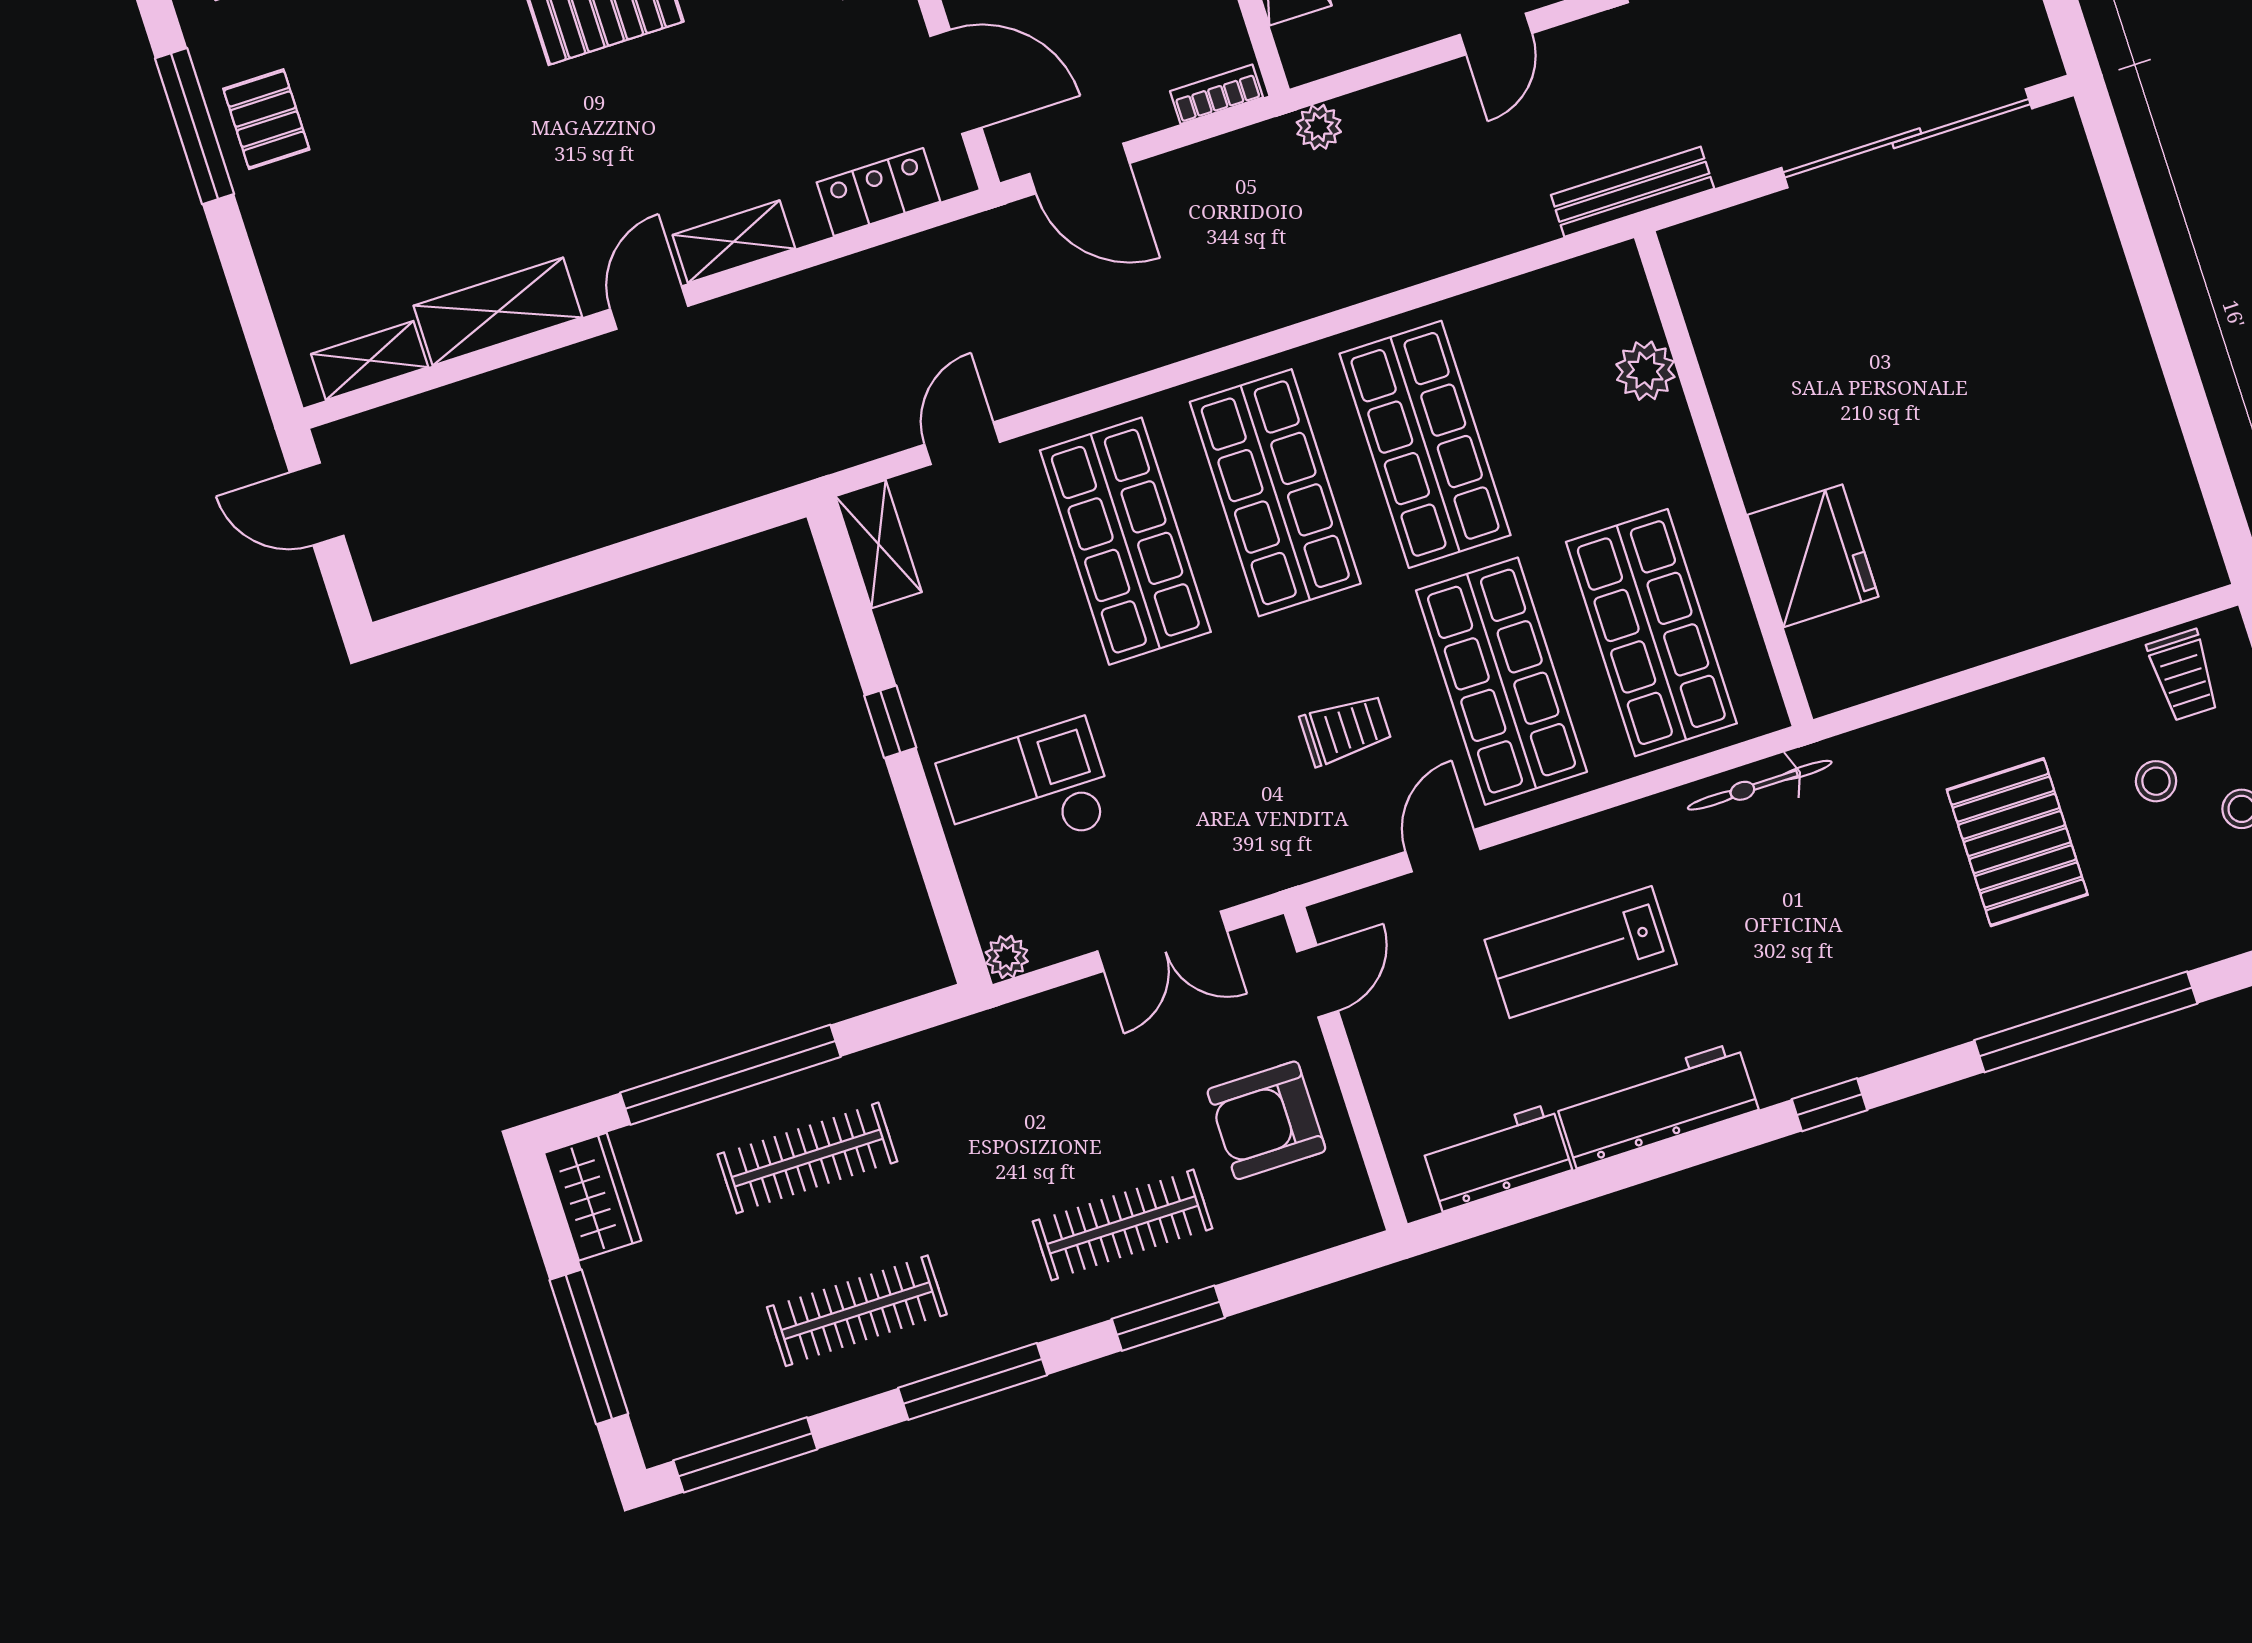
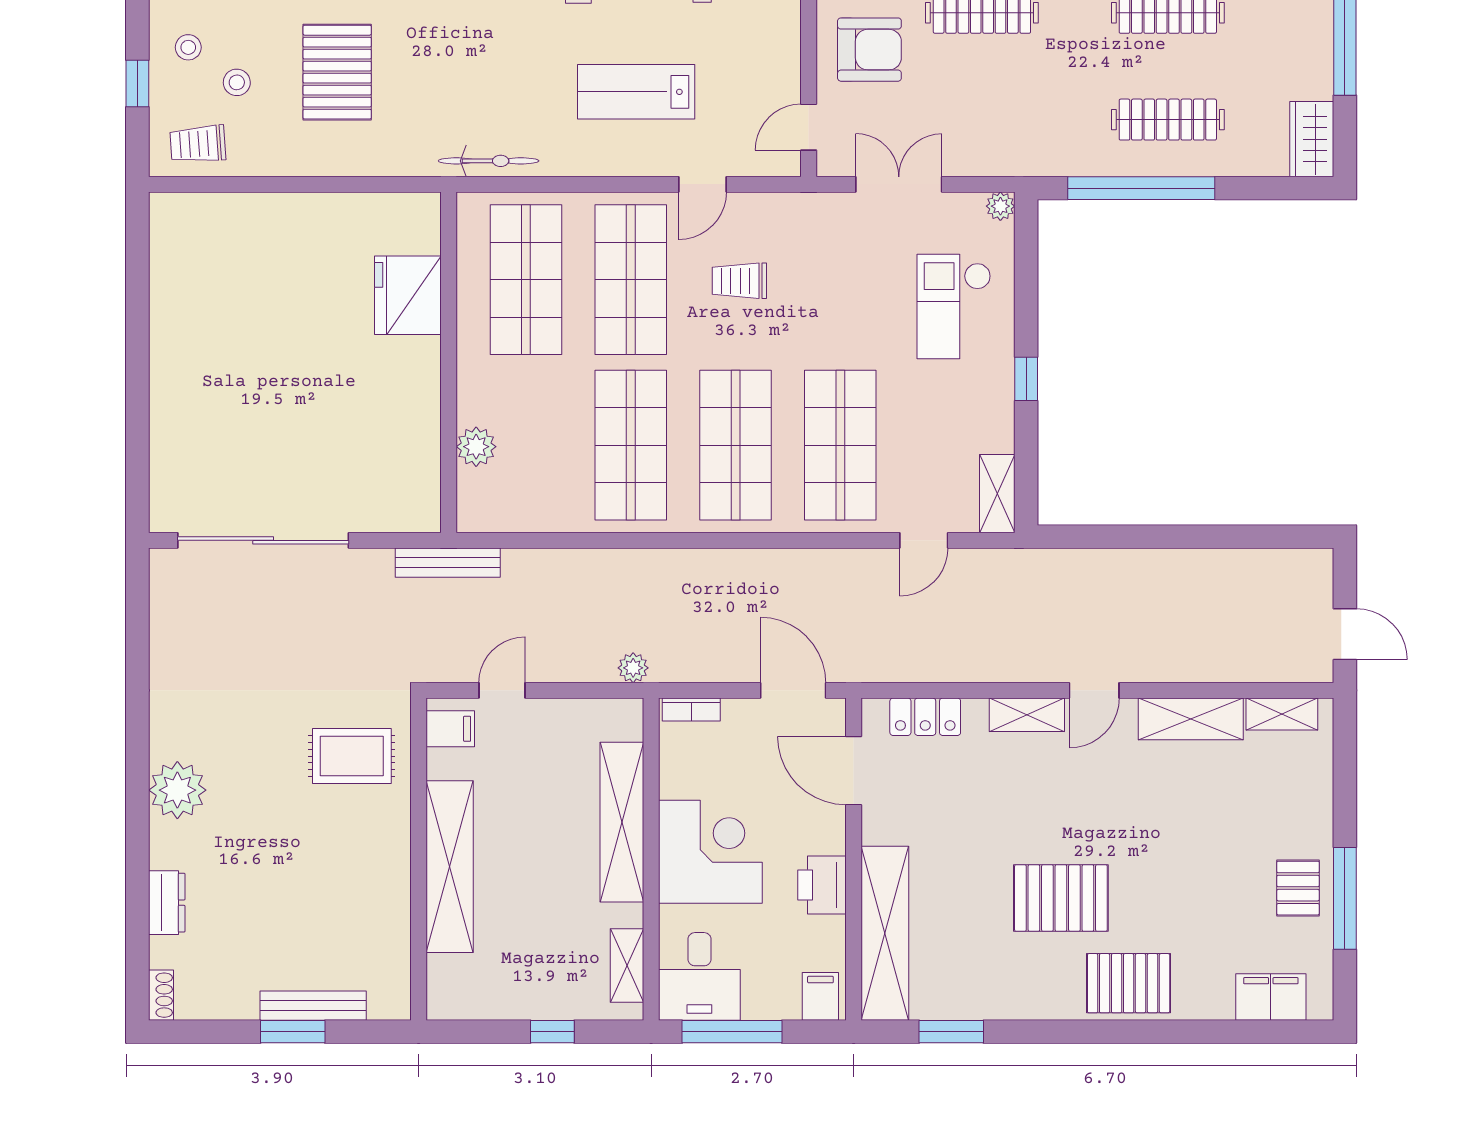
trolley: (2183, 675) -> (198, 144), turned -94
checkout: (1027, 792) -> (954, 306), turned 90
lab bench: (1581, 952) -> (636, 92), turned 180
window: (730, 1075) -> (1141, 188), moved

